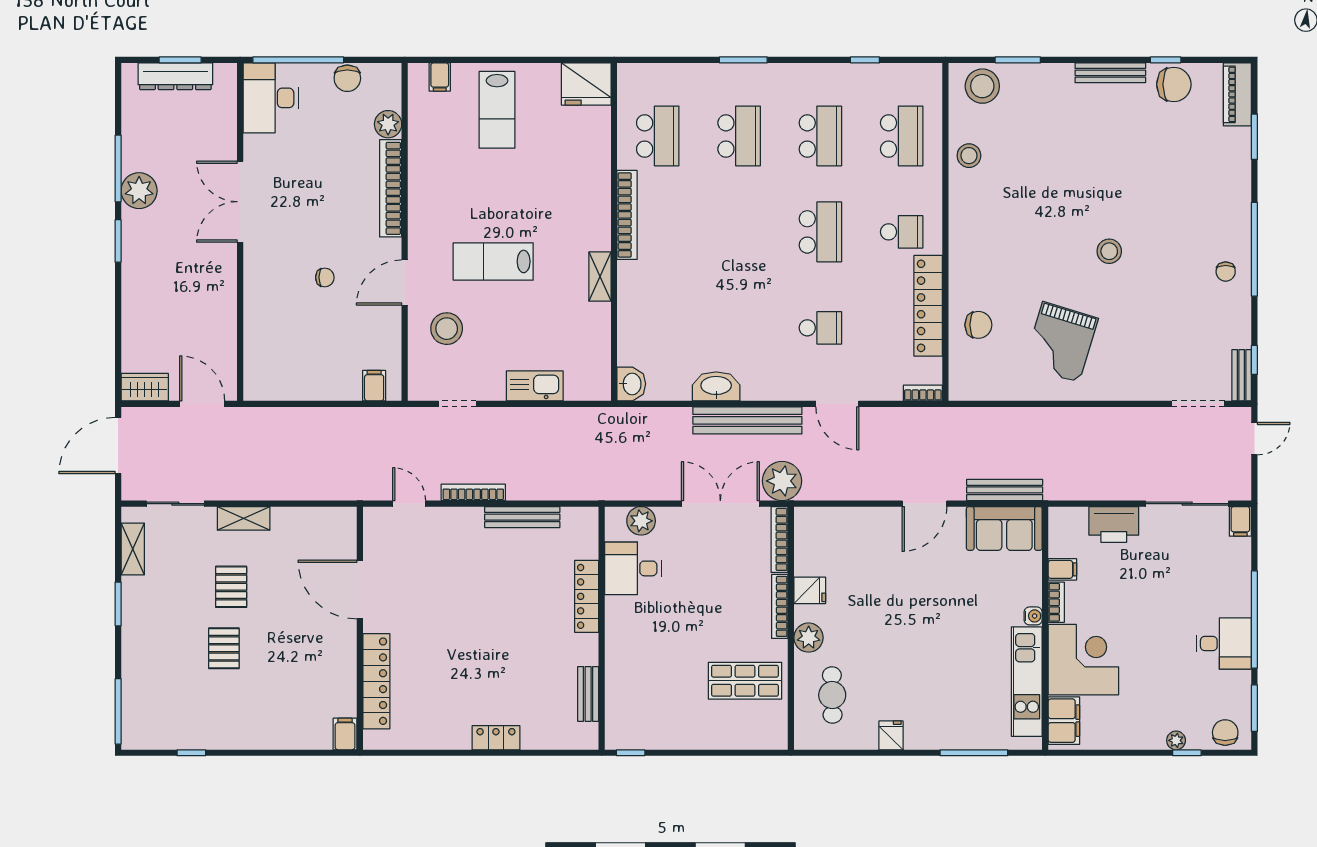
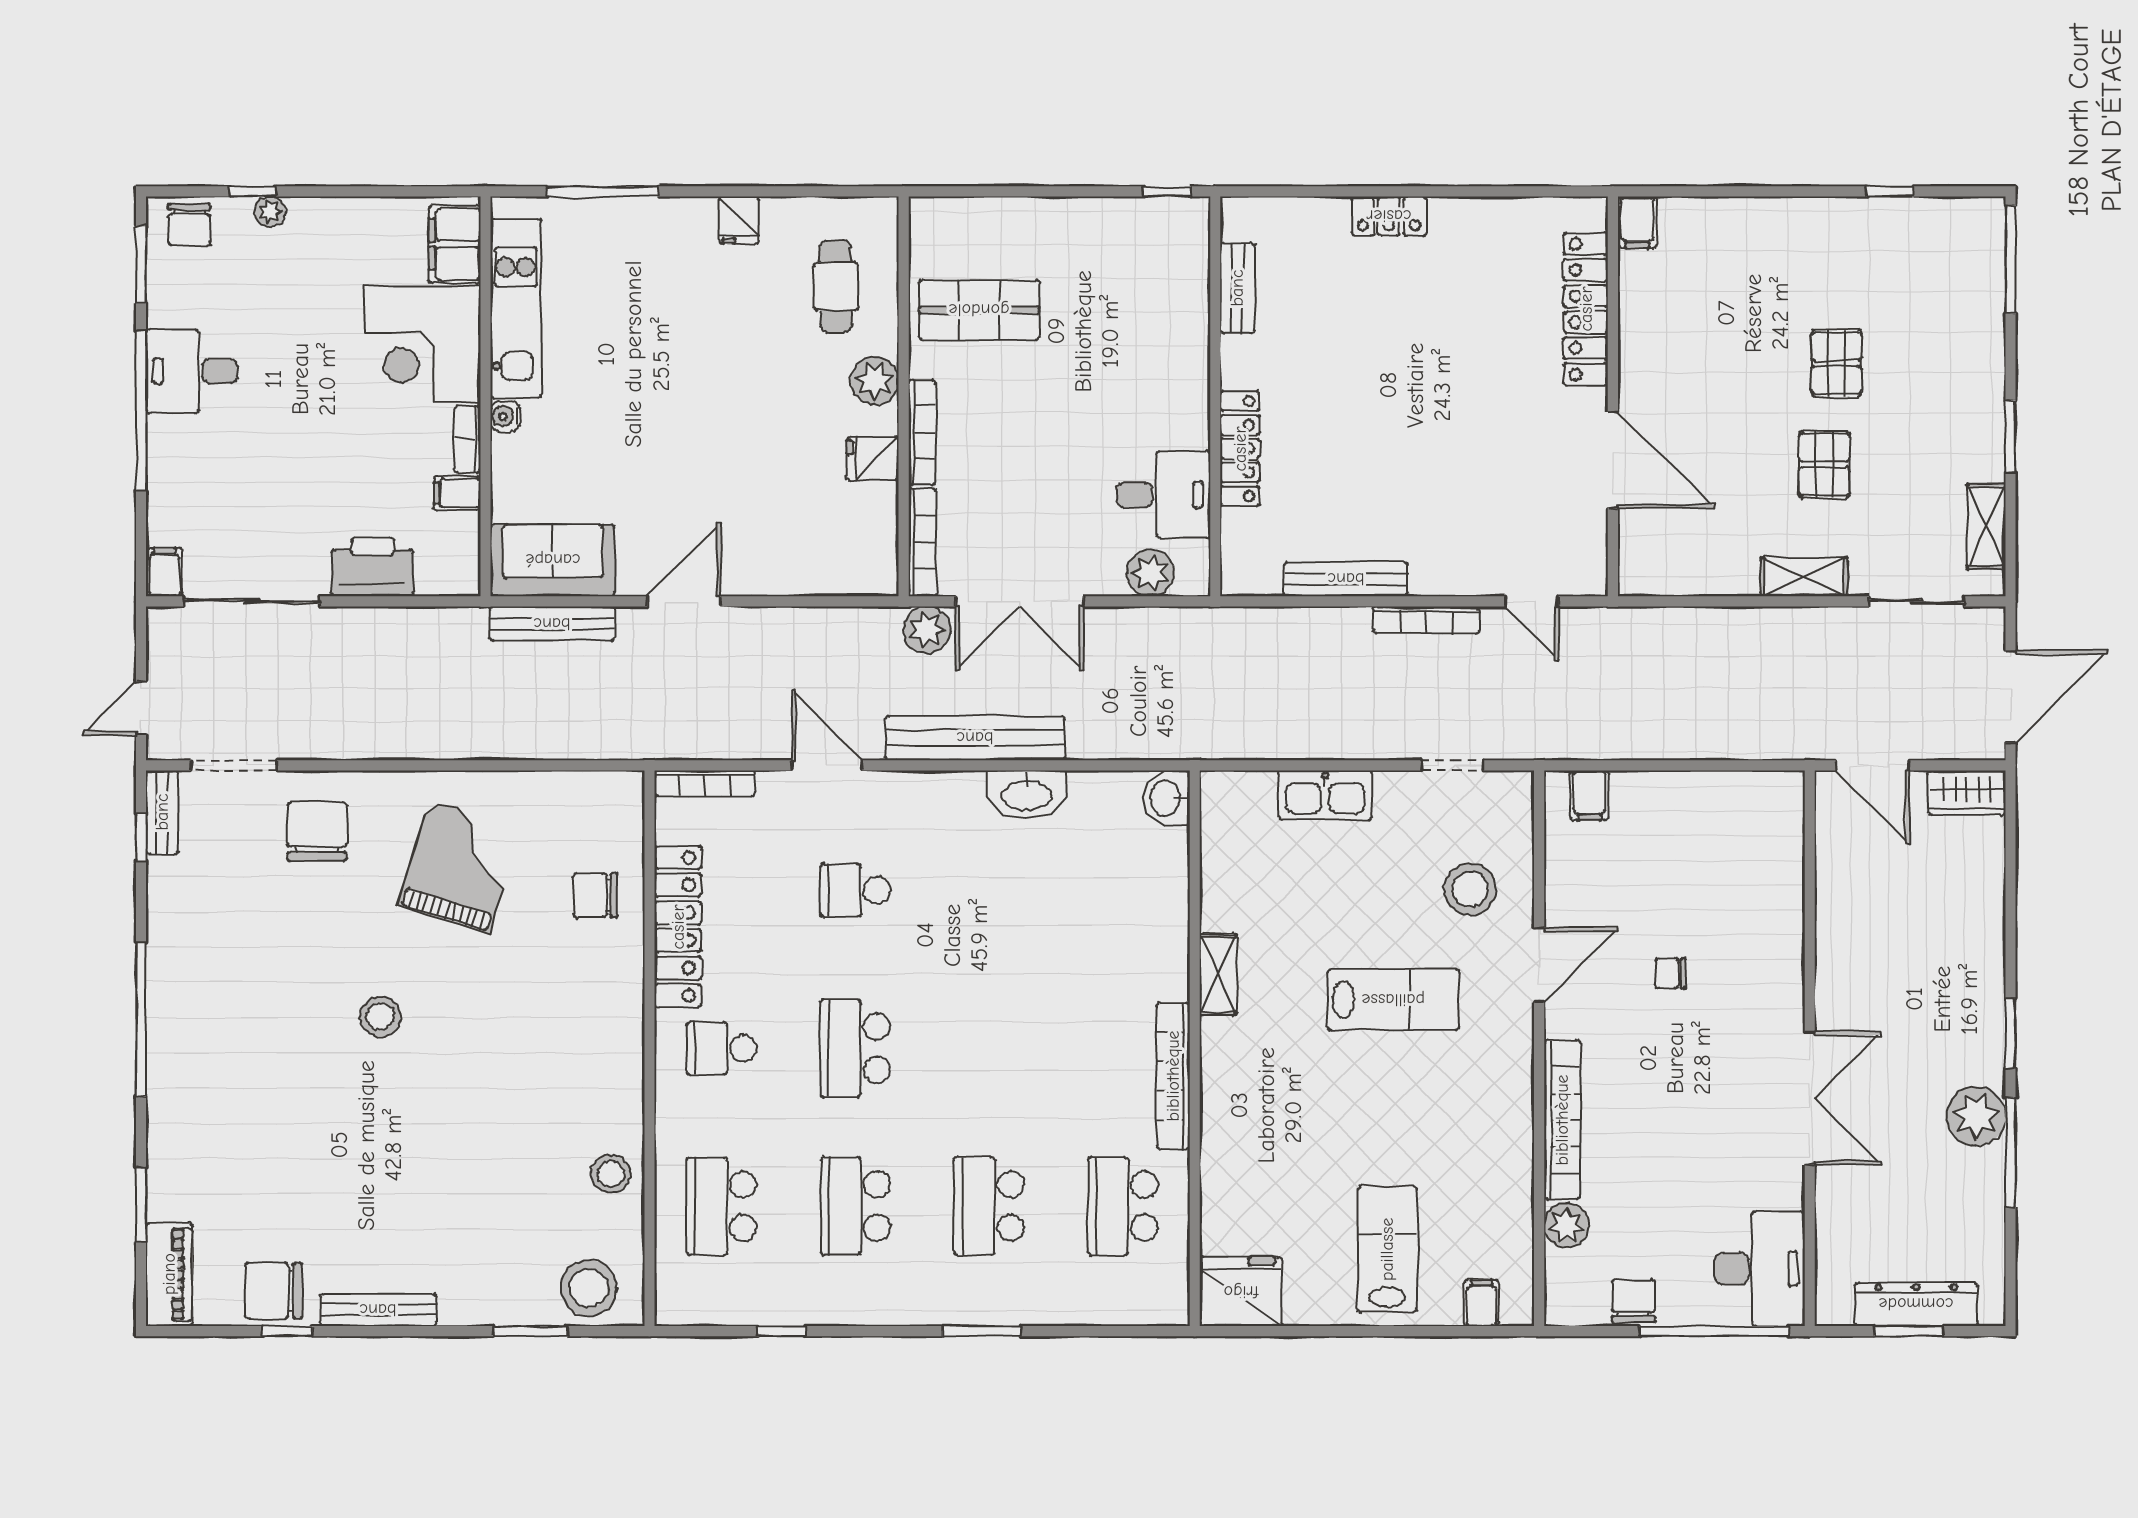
chair: (1226, 272) -> (317, 831), moved, width x1.87, depth x1.87
bookcase: (923, 393) -> (705, 783), width x1.56
plant: (782, 481) -> (927, 630), width x0.73, depth x0.73

